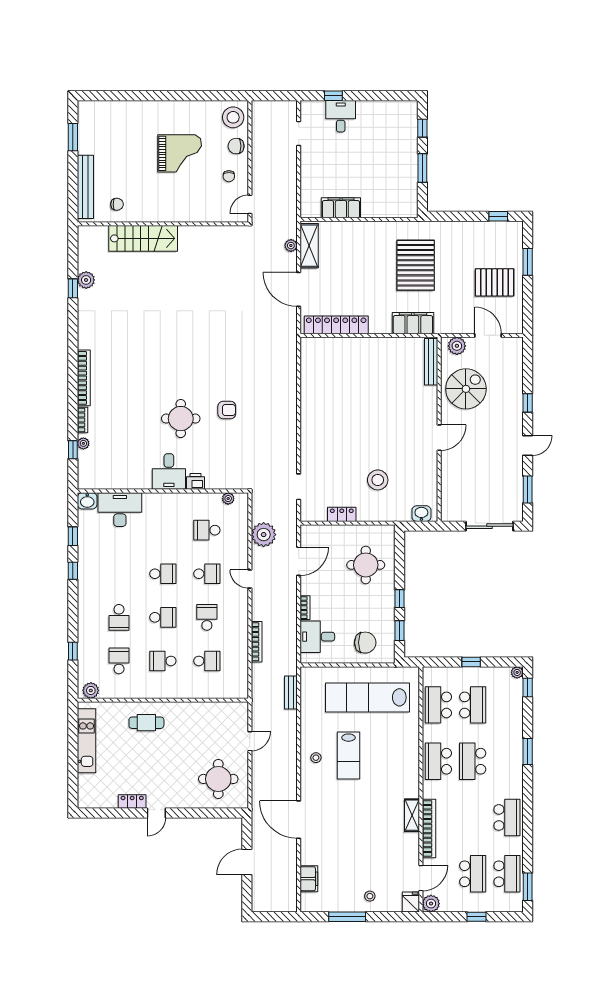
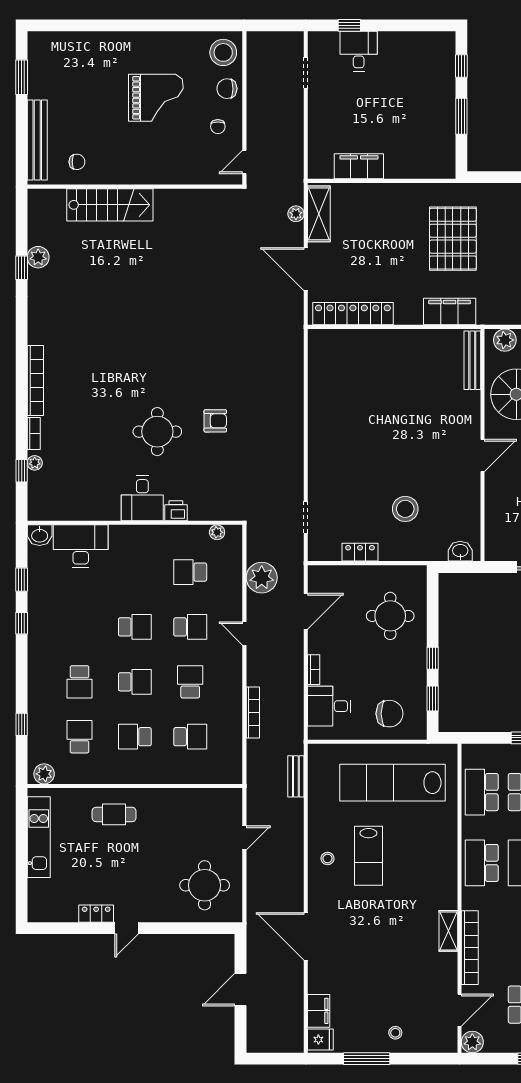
fridge: (411, 902) -> (320, 1040), moved, turned 90

